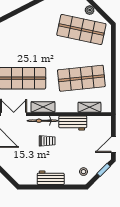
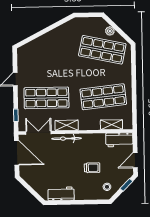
workbench: (73, 123) -> (119, 140), moved
trolley: (47, 141) -> (92, 168), moved
workbench: (51, 178) -> (61, 194), moved

